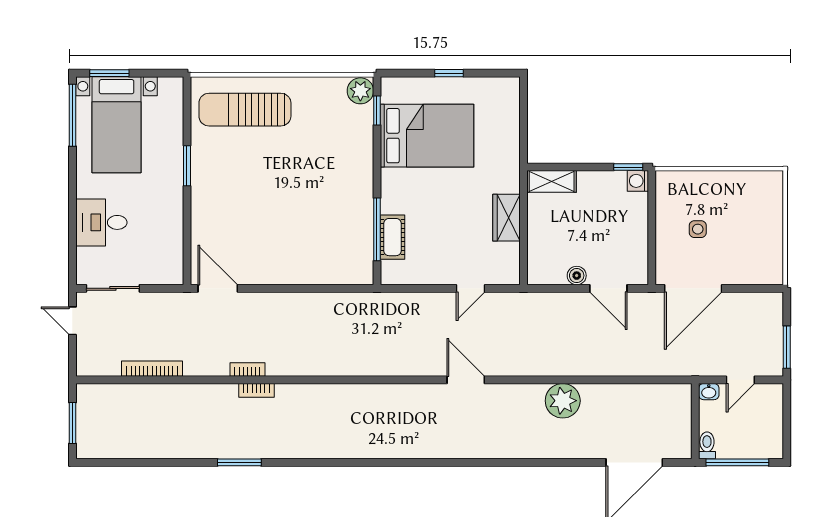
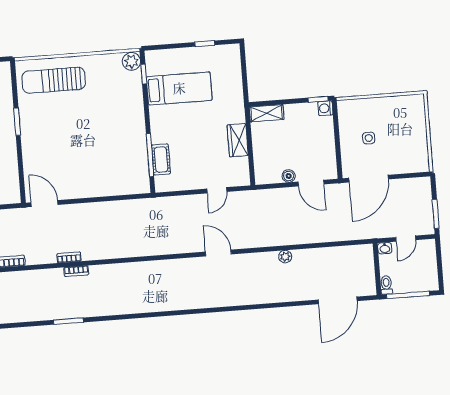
window: (449, 73) -> (205, 44), moved
bed: (427, 136) -> (179, 88), width x0.67
plant: (563, 401) -> (285, 257), width x0.53, depth x0.53

